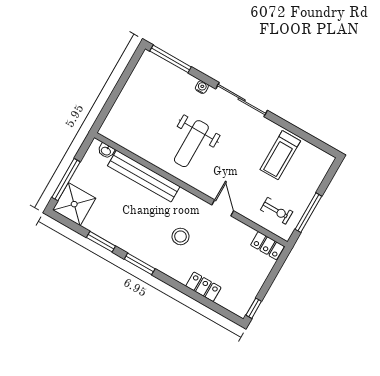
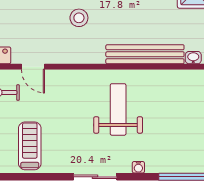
sliding door: (242, 100) -> (95, 177), width x0.73
door: (223, 208) -> (33, 67), moved

